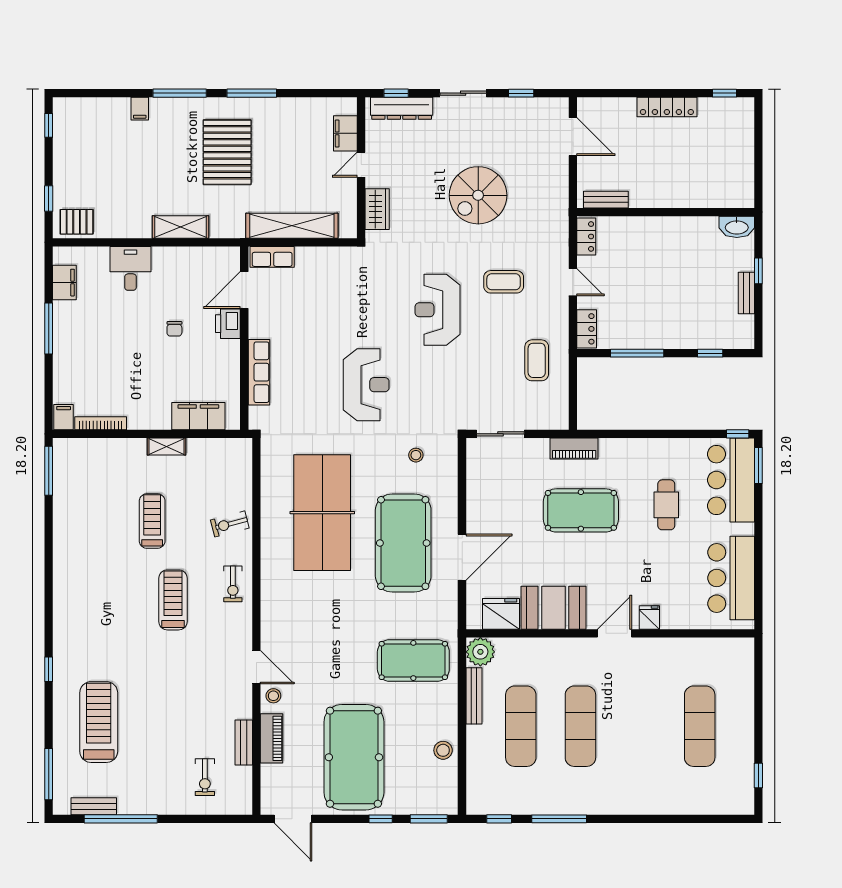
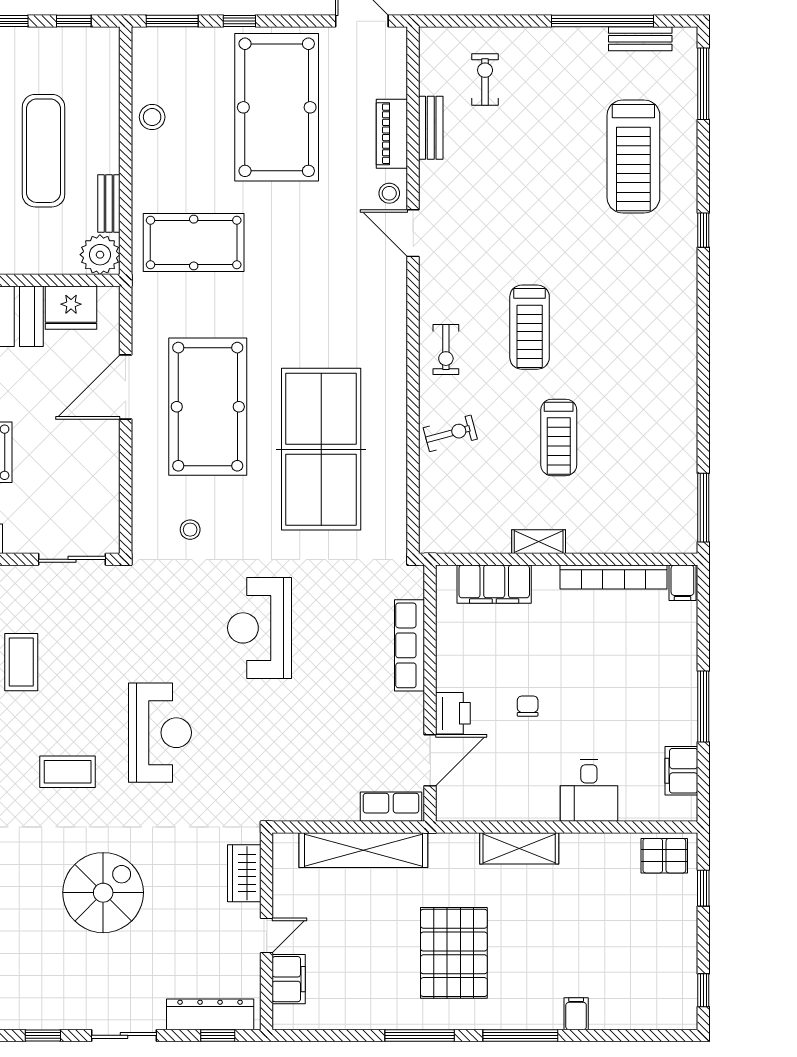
bookcase: (101, 423) -> (613, 577), width x1.48, depth x1.31
exercise bike: (233, 584) -> (446, 350), turned 180
bench: (474, 696) -> (109, 204), width x0.73

